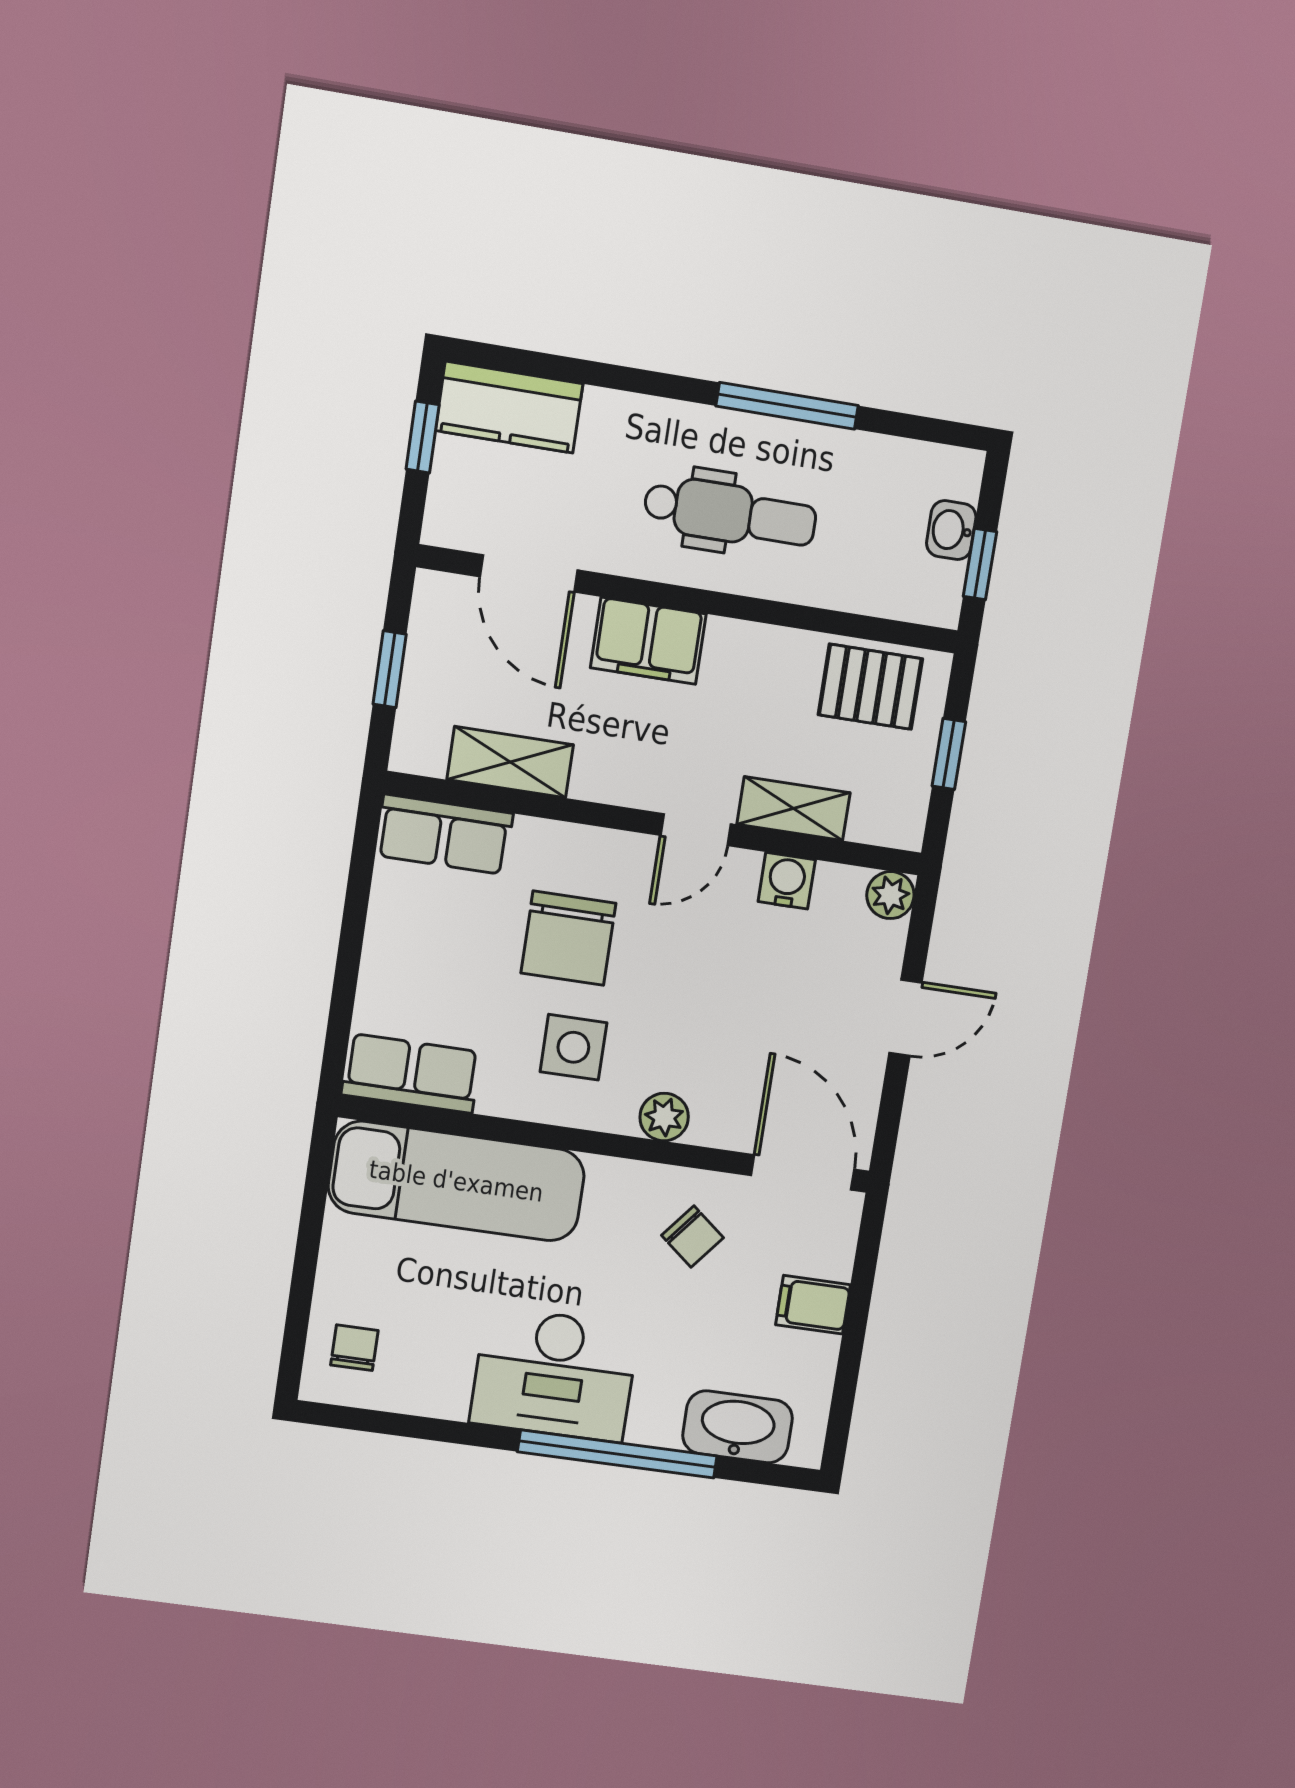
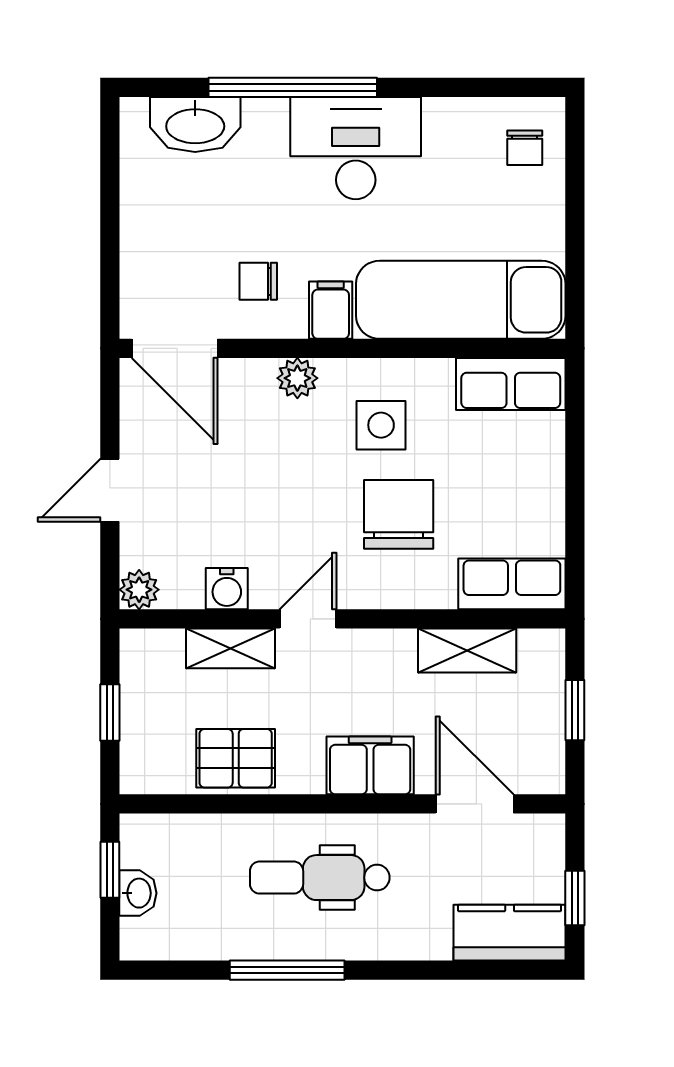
pallet: (870, 687) -> (236, 758), moved
chair: (693, 1237) -> (258, 281), turned -39
filing cabinet: (813, 1305) -> (331, 310), moved, turned -90

